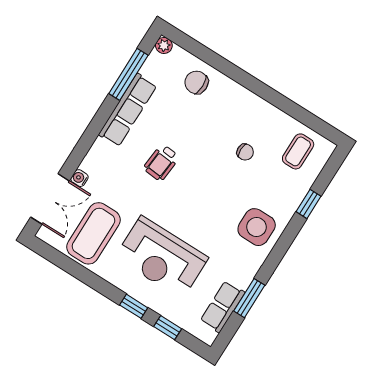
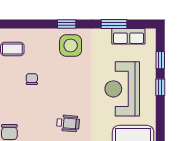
window: (309, 204) -> (67, 24), moved
reception desk: (162, 257) -> (122, 89), turned 180

